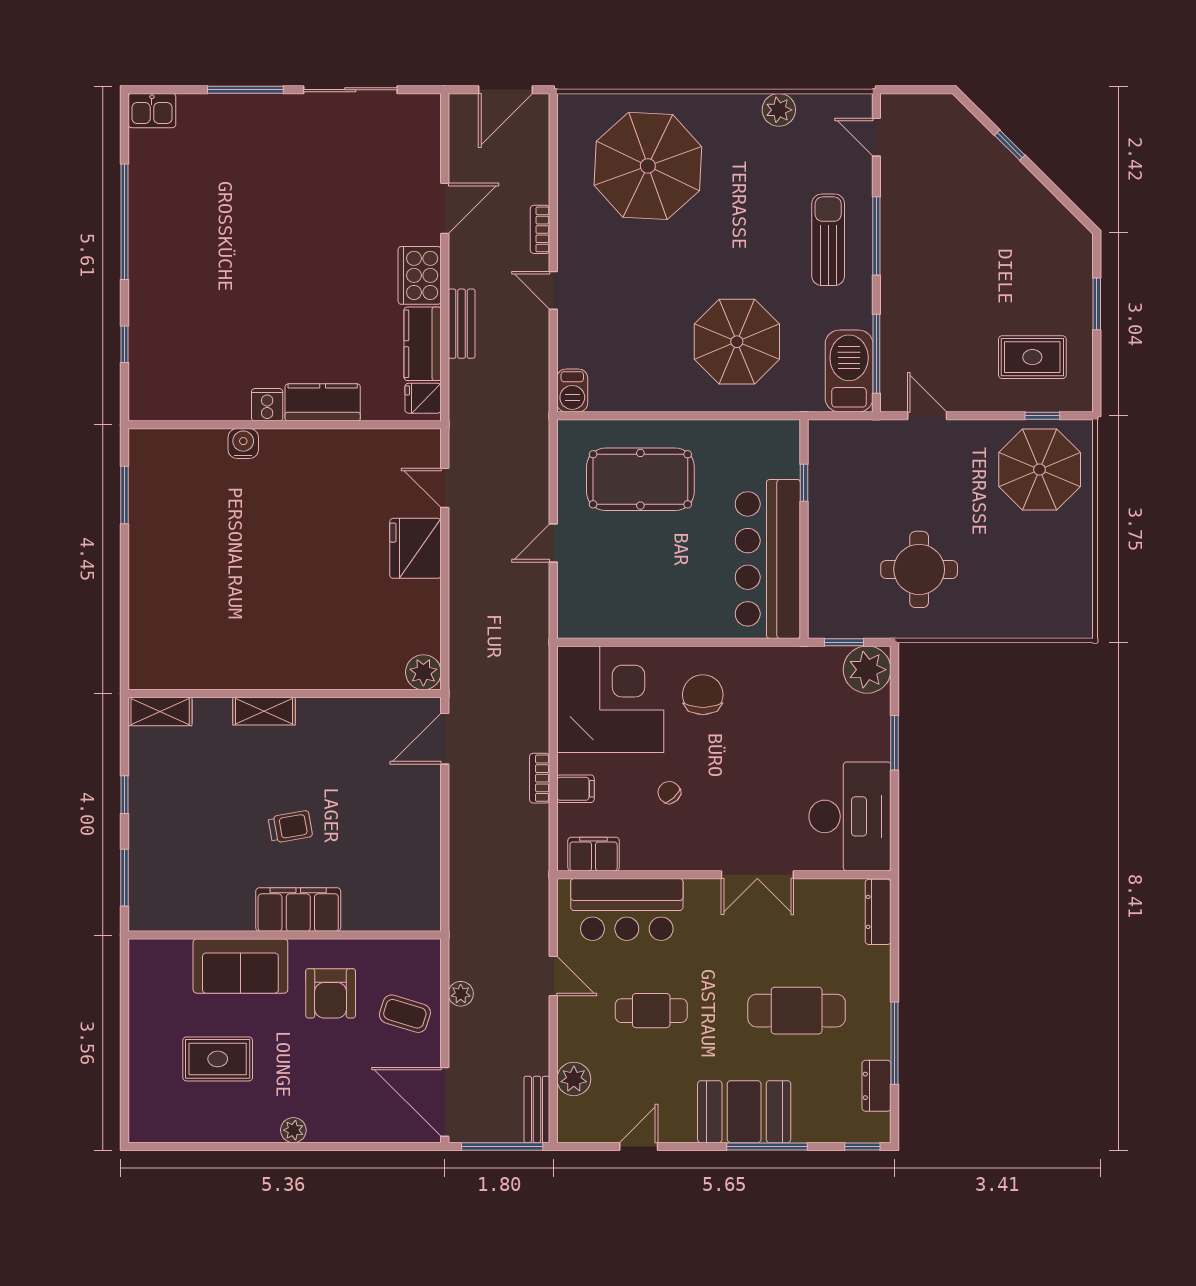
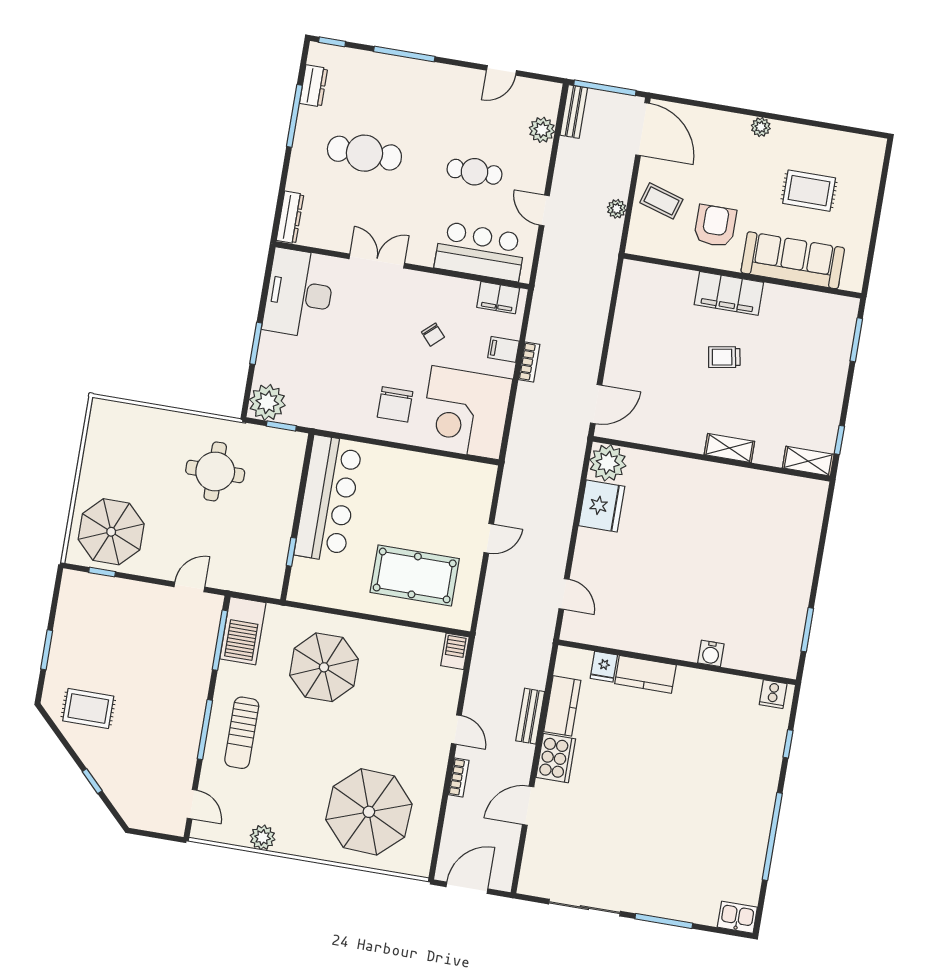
rug: (1032, 357) -> (88, 709), moved
fridge: (423, 398) -> (604, 667), moved, turned 90
cooker: (267, 405) -> (773, 694), moved
door: (927, 416) -> (189, 587), swing flipped
fridge: (415, 548) -> (602, 506), moved
plant: (423, 672) -> (608, 463), width x1.36, depth x1.36
window: (125, 795) -> (839, 440), moved
sofa: (240, 966) -> (793, 260), width x1.36
booth: (744, 1112) -> (417, 83), removed

